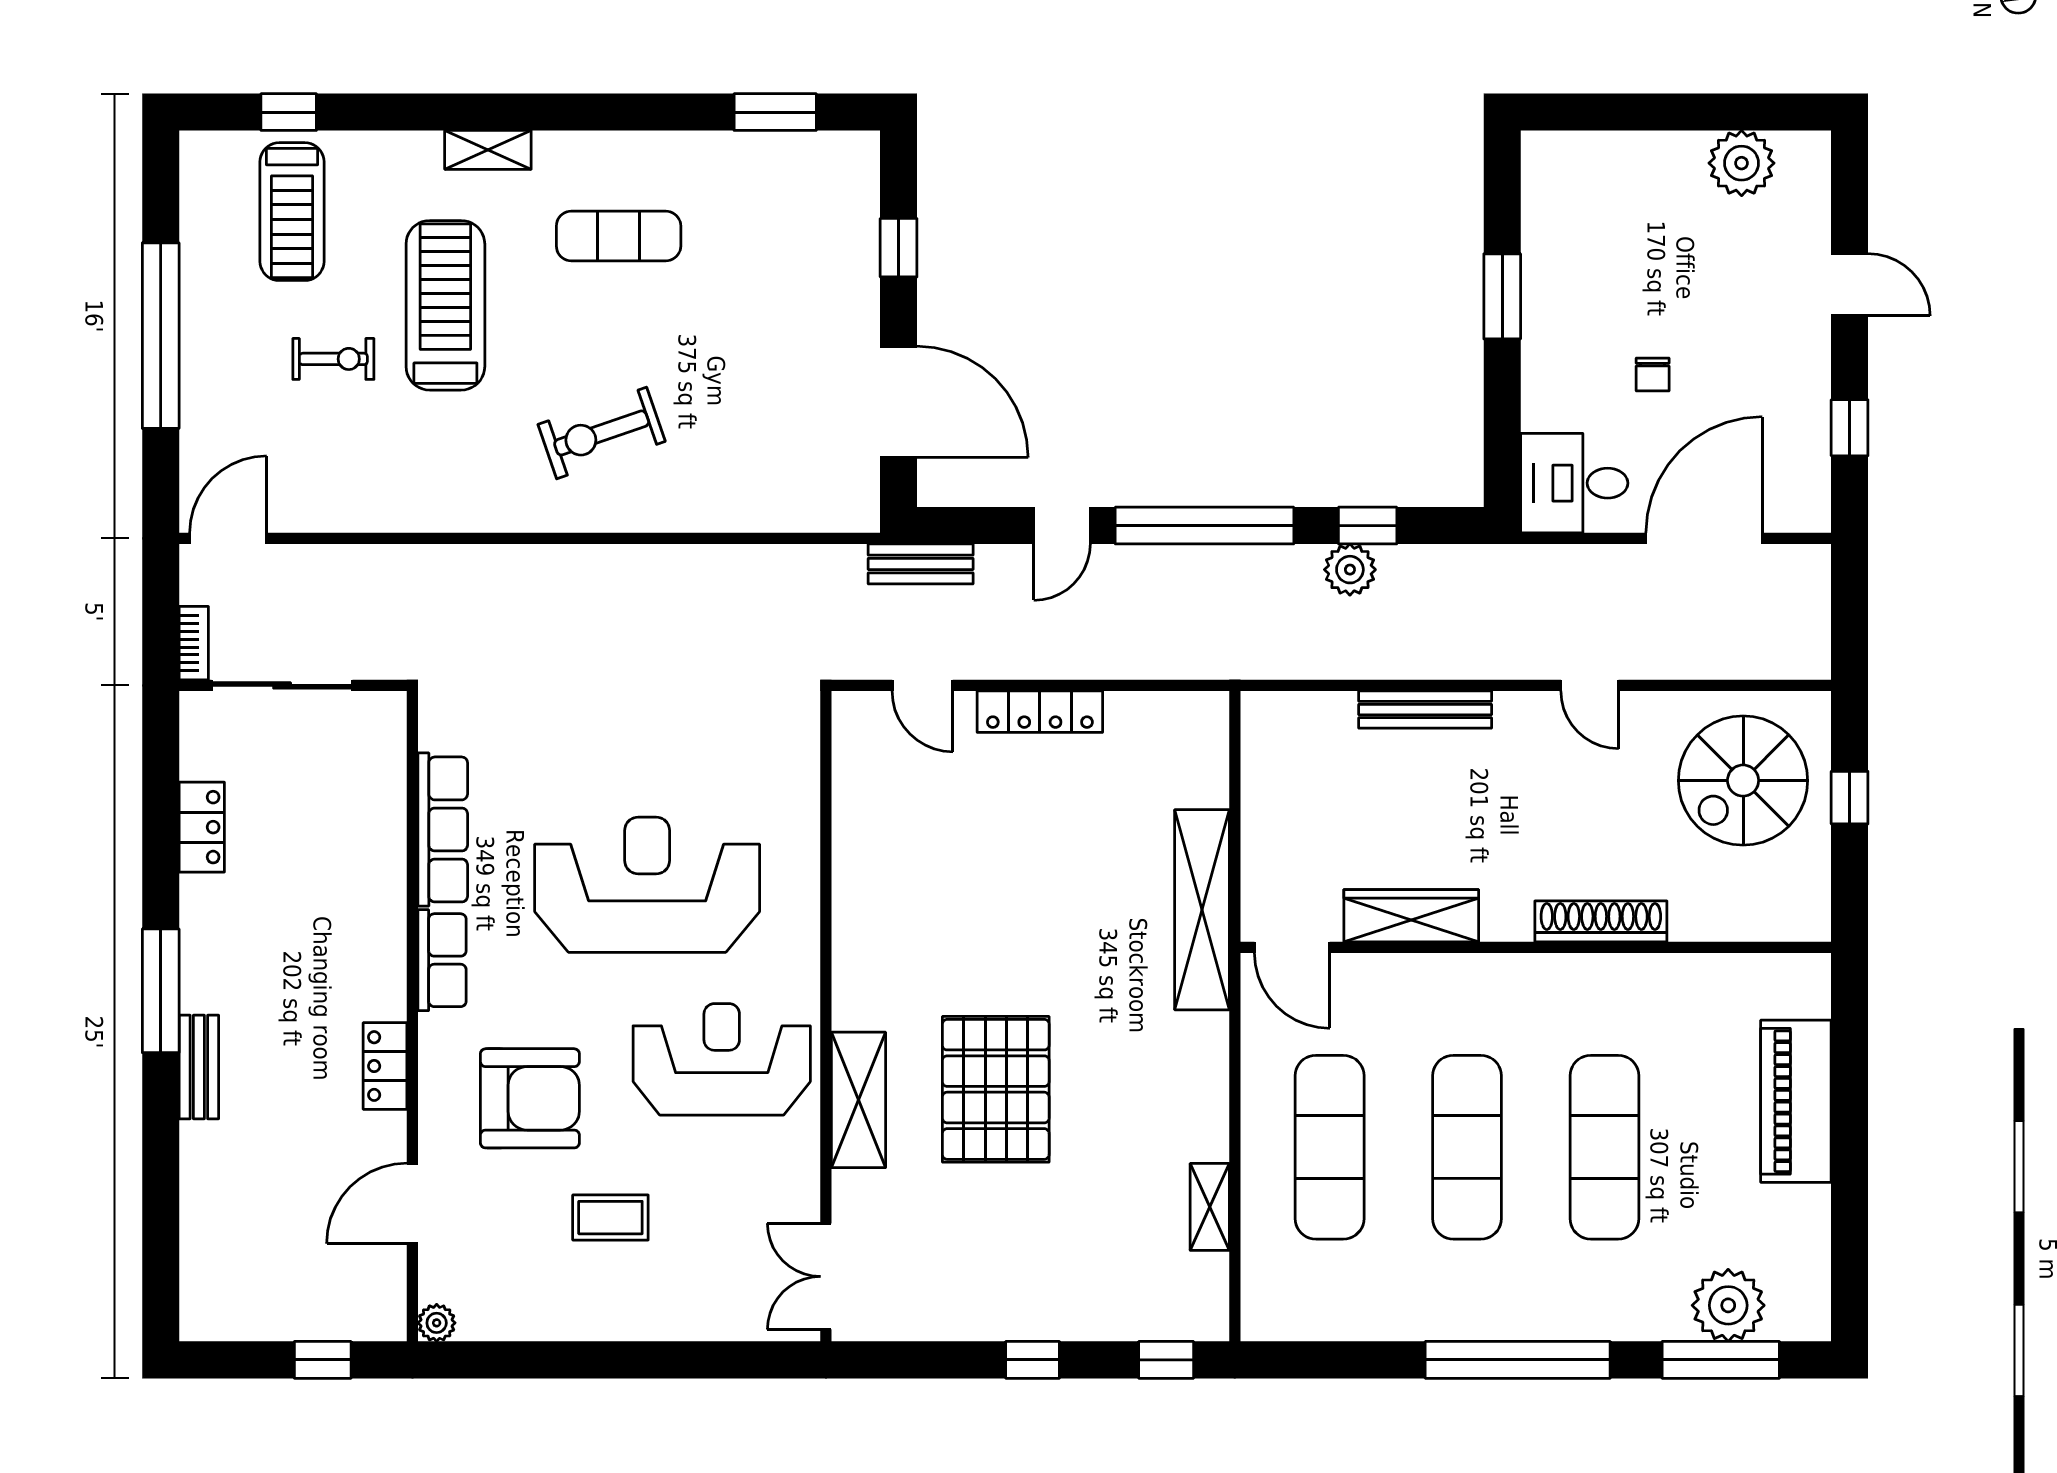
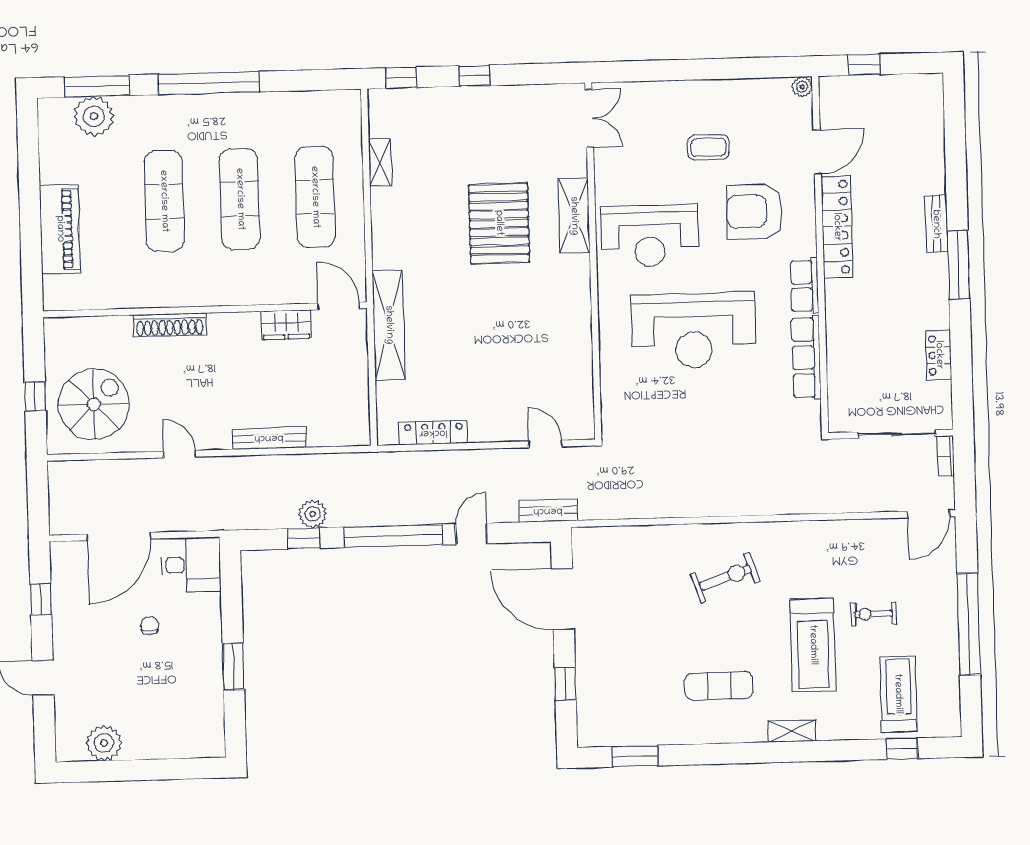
locker: (1040, 712) -> (433, 433), moved
wardrobe: (1411, 916) -> (286, 325), width x0.67
locker: (385, 1066) -> (837, 227), width x2.16, depth x1.21

